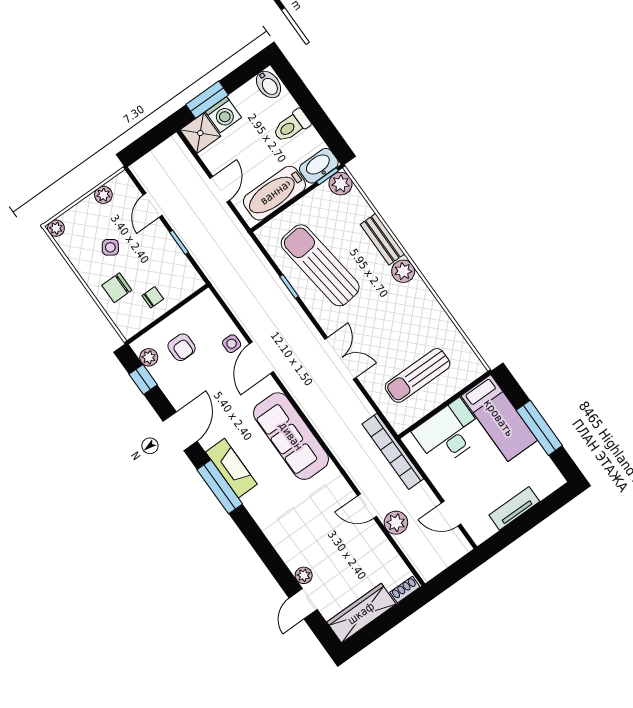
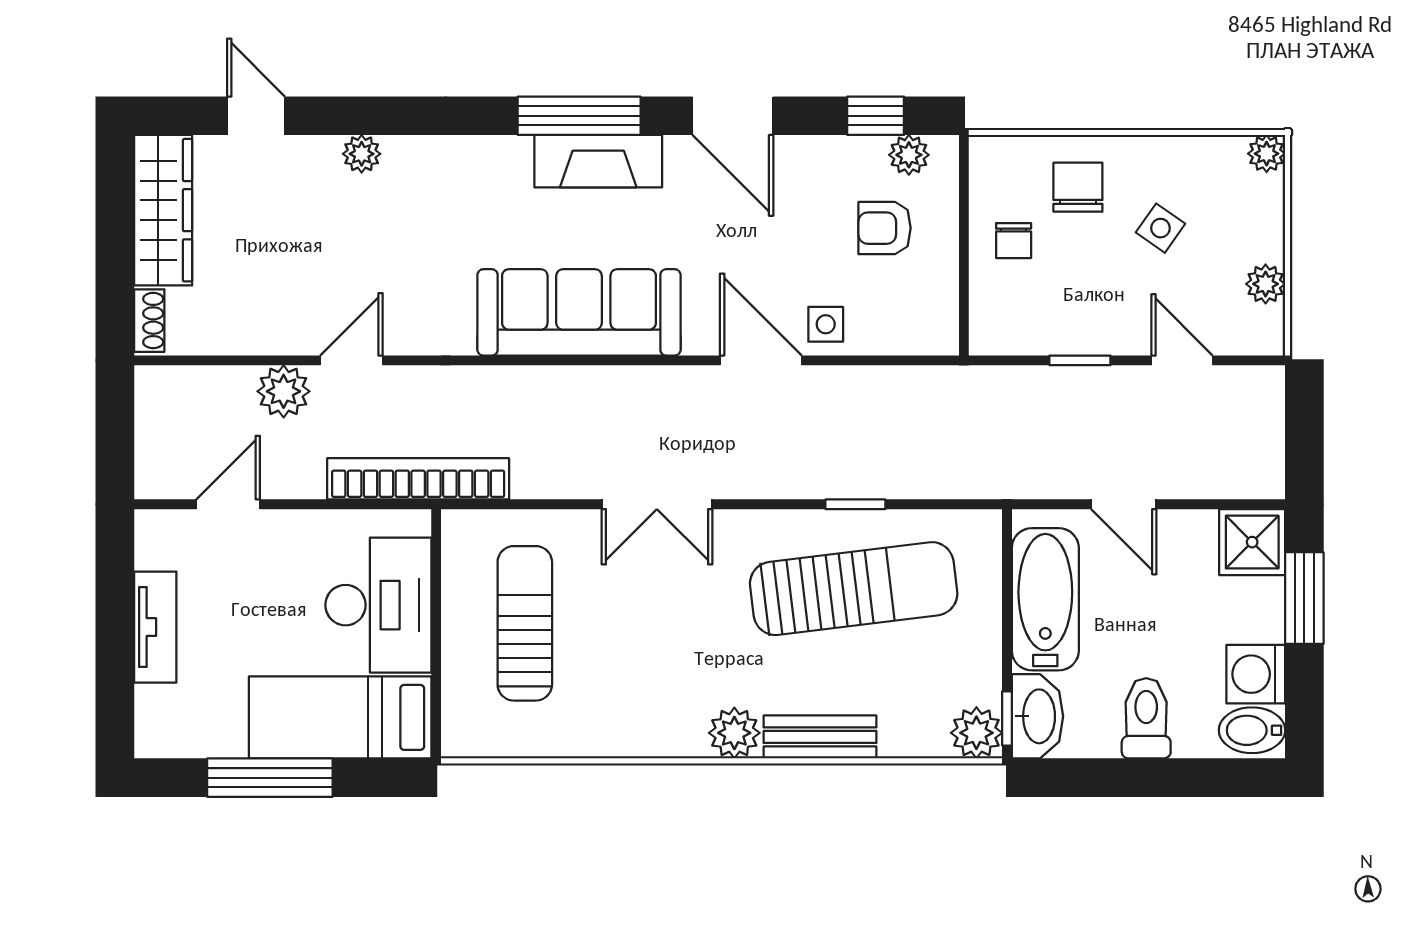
washing machine: (223, 115) -> (1256, 674), moved
plant: (304, 575) -> (362, 154), moved

